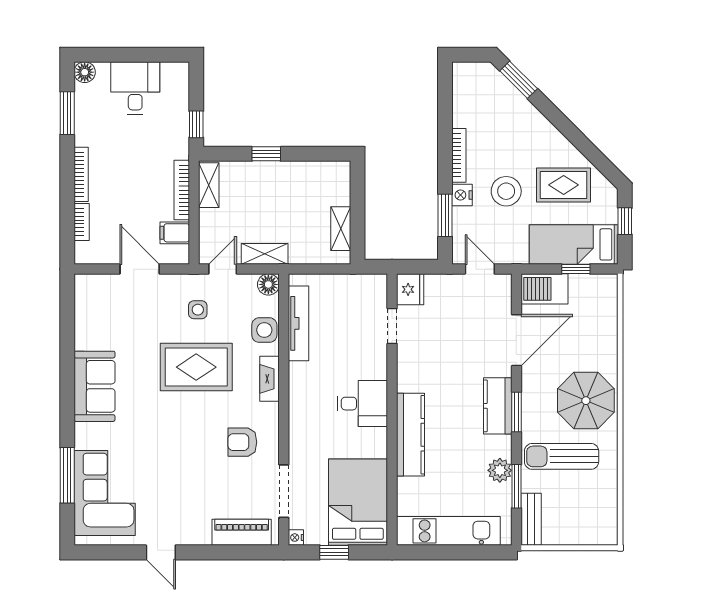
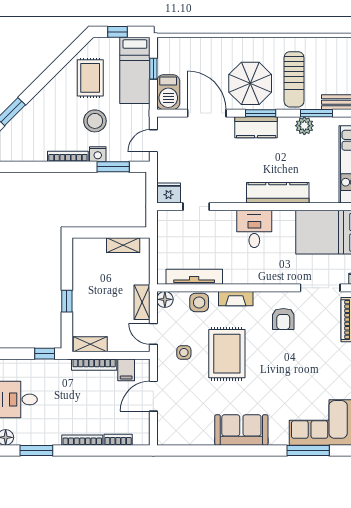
parasol: (586, 401) -> (250, 83), moved

